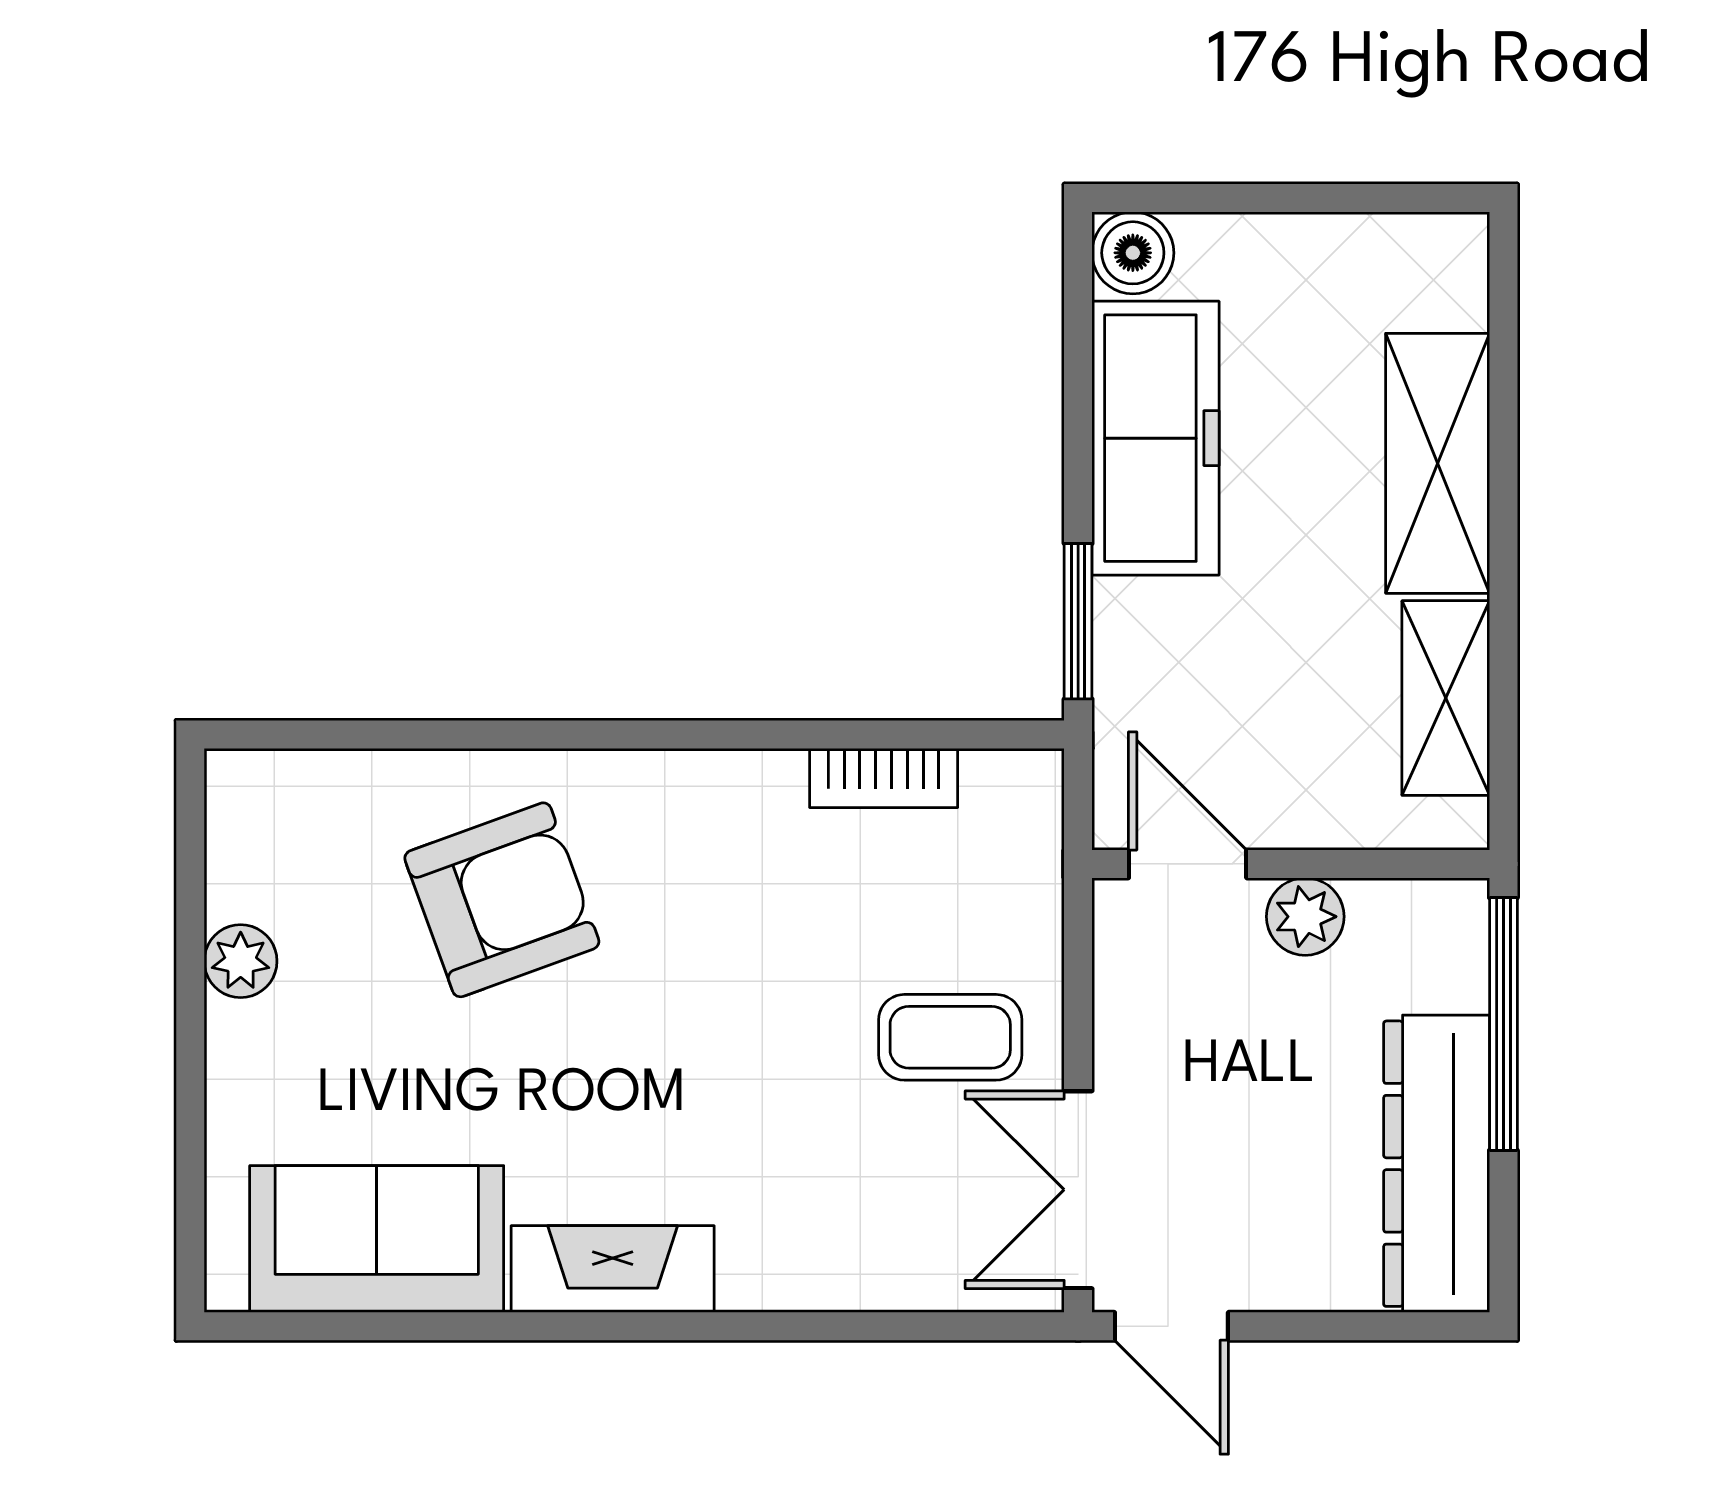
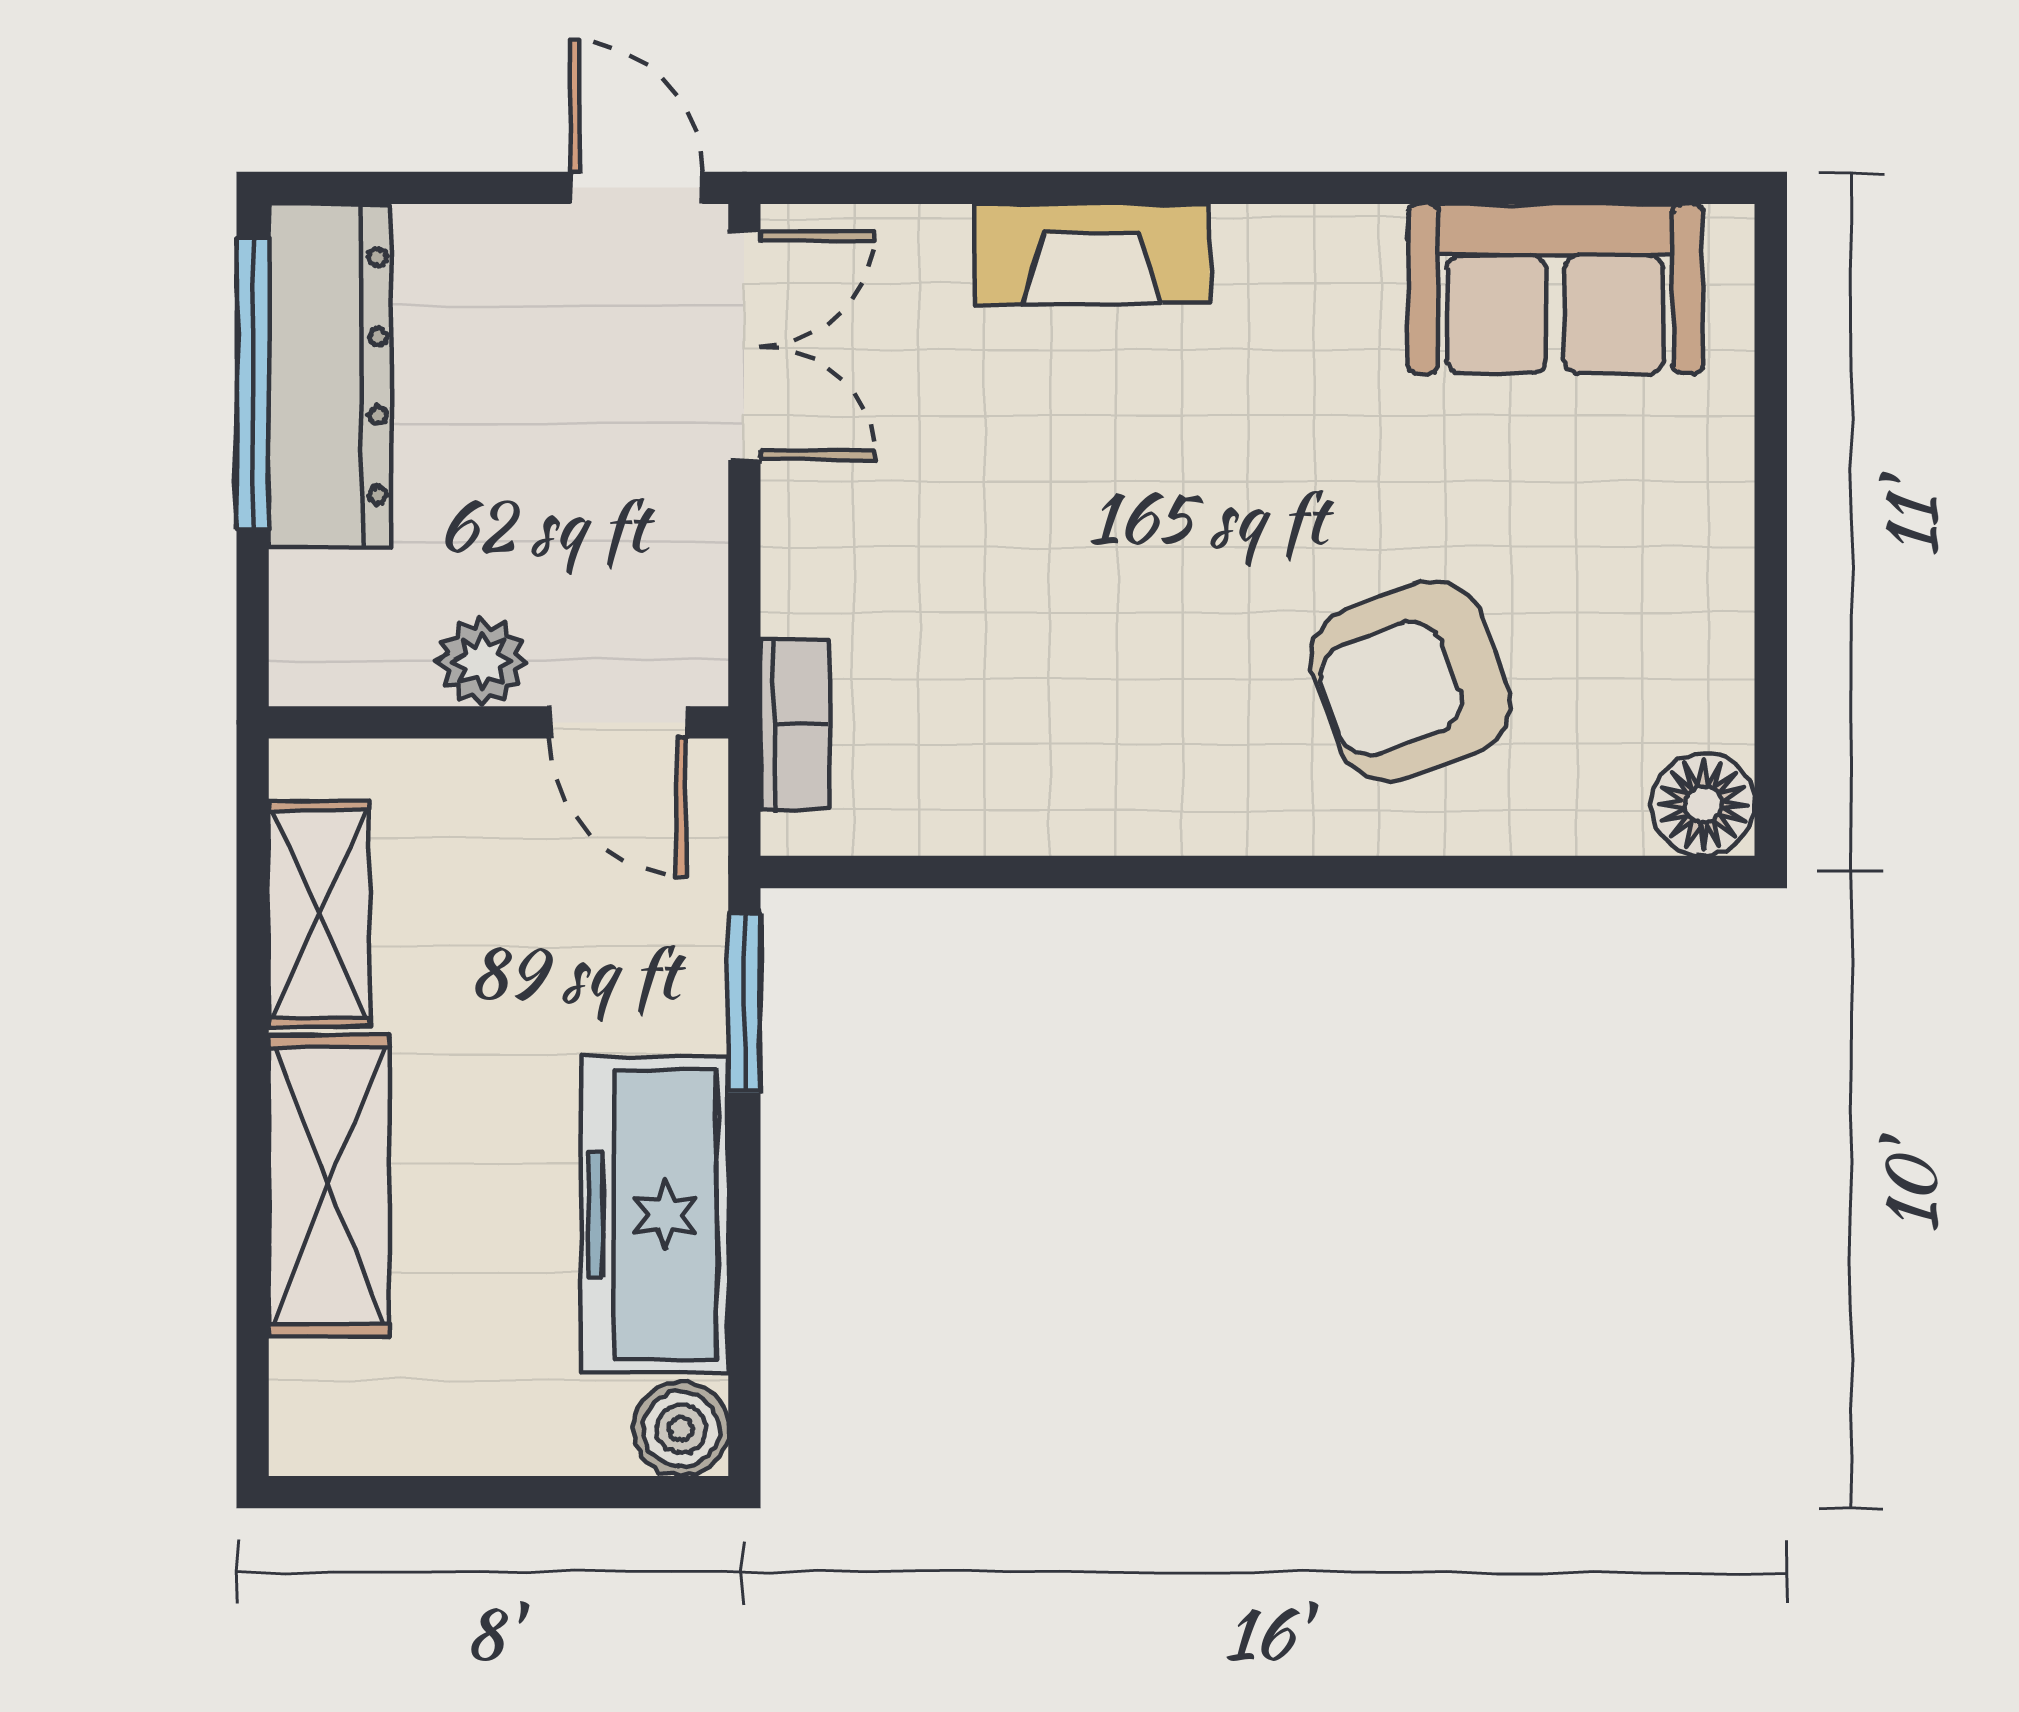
bookcase: (884, 778) -> (795, 725), moved, turned 90
floor lamp: (249, 793) -> (1703, 804), added
plant: (241, 961) -> (1713, 610), removed
window: (1503, 1024) -> (253, 383), moved
coffee table: (950, 1037) -> (892, 522), removed
fireplace: (613, 1269) -> (1092, 254), moved

